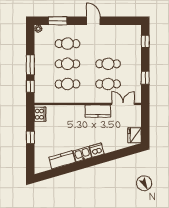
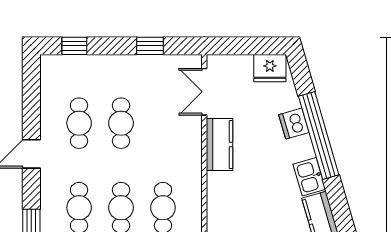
cafe table: (108, 84) -> (79, 123), moved
dishwasher: (97, 150) -> (294, 124), moved
window: (102, 159) -> (319, 135), added

